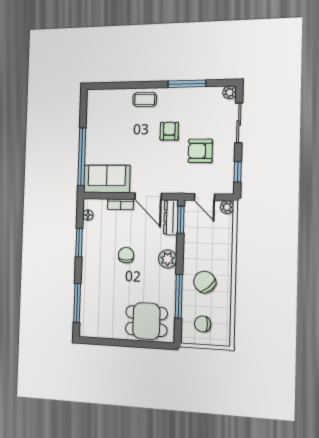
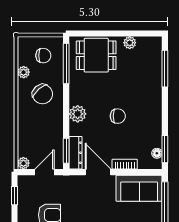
door: (204, 197) -> (44, 172), hinge flipped
window: (79, 243) -> (165, 149), moved
chair: (126, 255) -> (118, 116), turned -90
window: (179, 296) -> (66, 64), moved
plant: (225, 307) -> (24, 72), added
plant: (112, 332) -> (130, 43), added

